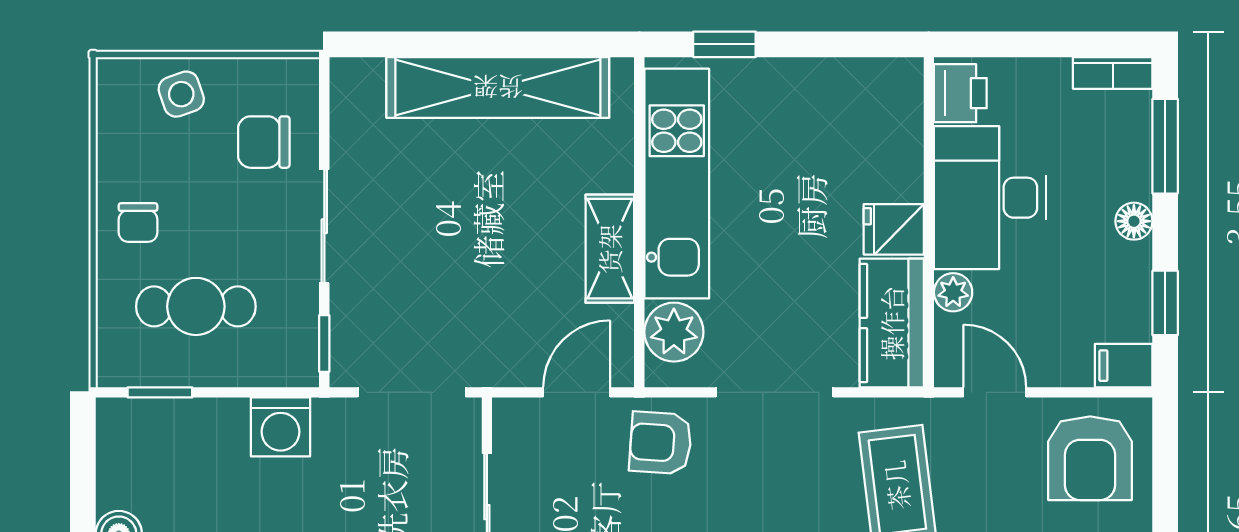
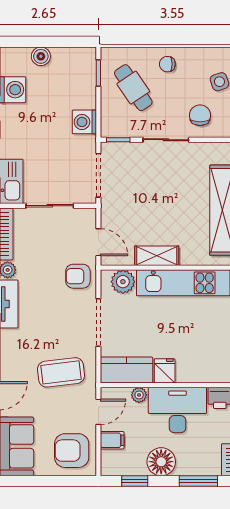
floor lamp: (1134, 221) -> (161, 462), width x1.89, depth x1.89
cafe table: (196, 306) -> (133, 88), turned -34
filing cabinet: (1124, 366) -> (112, 440), moved, turned 90
armchair: (661, 443) -> (78, 276), turned -94

